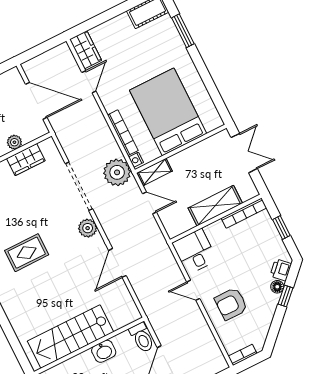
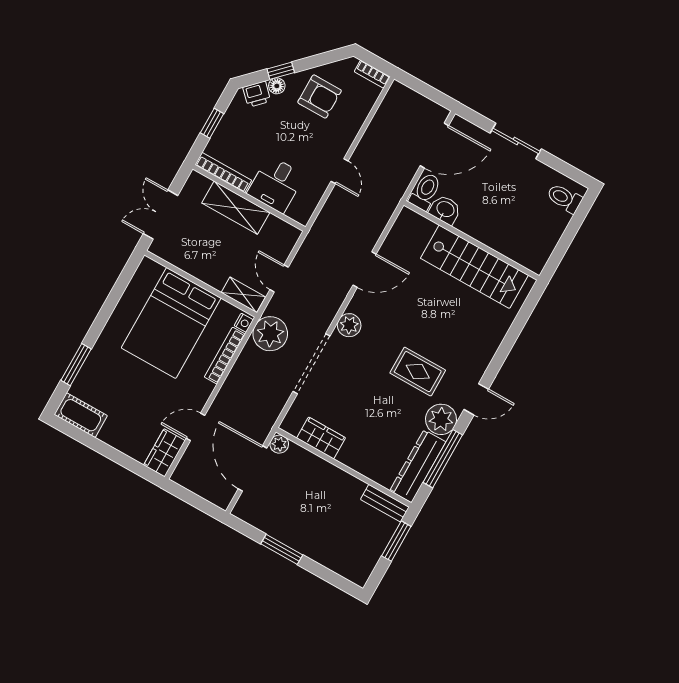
plant: (14, 142) -> (279, 444), moved
desk: (195, 252) -> (276, 184), moved
armchair: (231, 304) -> (320, 96), moved
washbasin: (104, 351) -> (445, 210), moved

